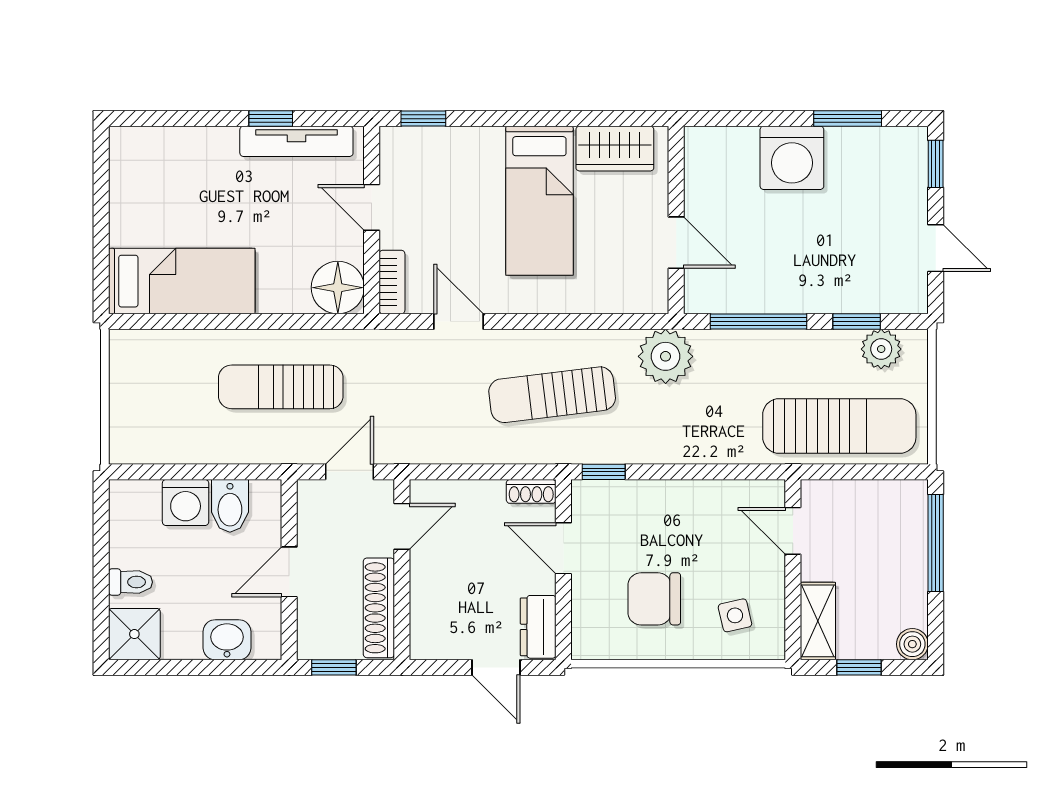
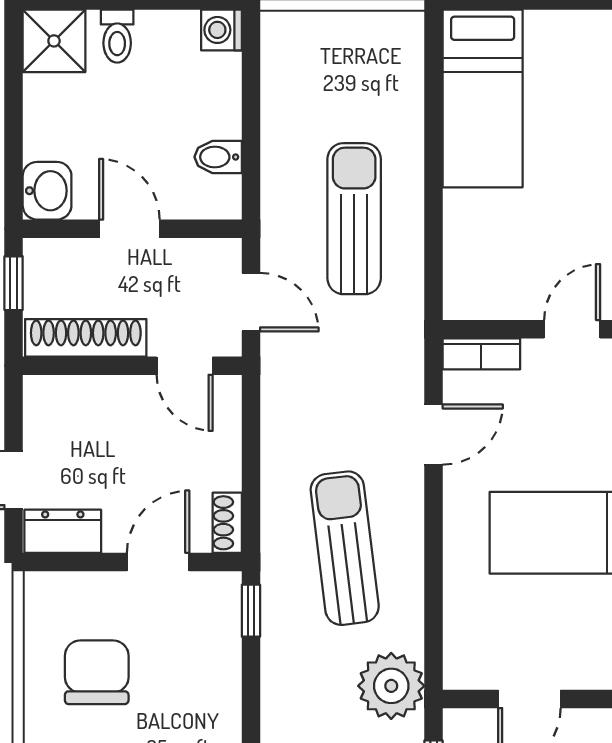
floor lamp: (338, 288) -> (475, 288), removed
washing machine: (186, 502) -> (221, 30), moved, width x0.73, depth x0.73
bidet: (230, 506) -> (218, 157), width x0.72, depth x0.74
washbasin: (227, 640) -> (47, 191), moved

